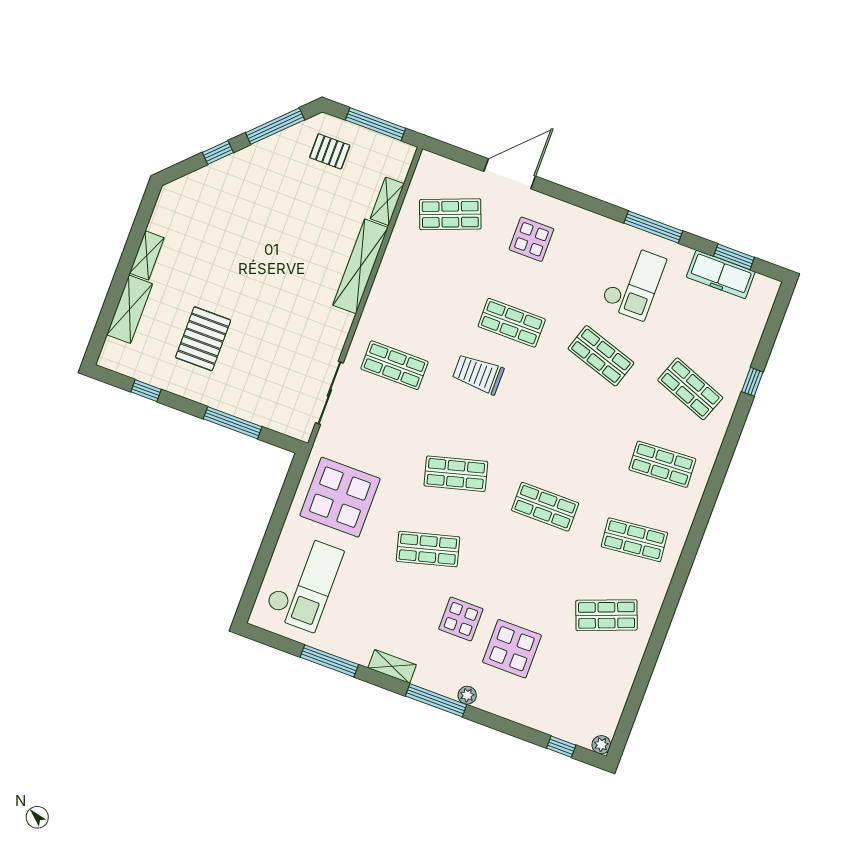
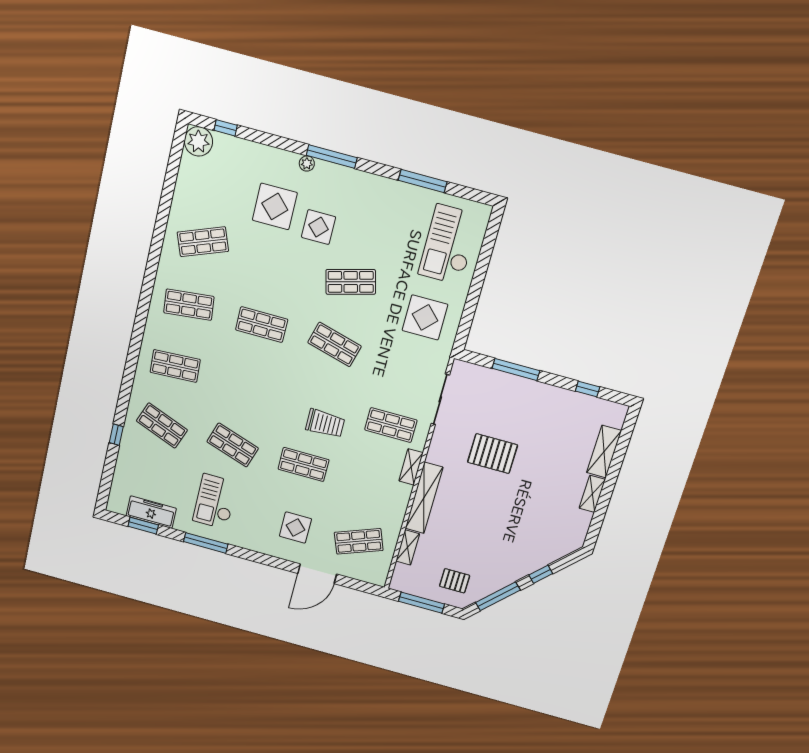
pallet: (203, 339) -> (493, 454), moved, turned 90
shop shelf: (456, 474) -> (334, 344), turned 30
display table: (340, 497) -> (425, 317), width x0.73, depth x0.73
shelving: (392, 666) -> (411, 467), moved, turned 90
plant: (601, 745) -> (198, 141), width x1.87, depth x1.87

